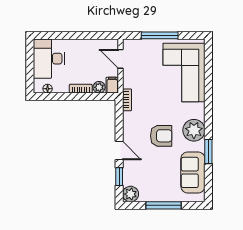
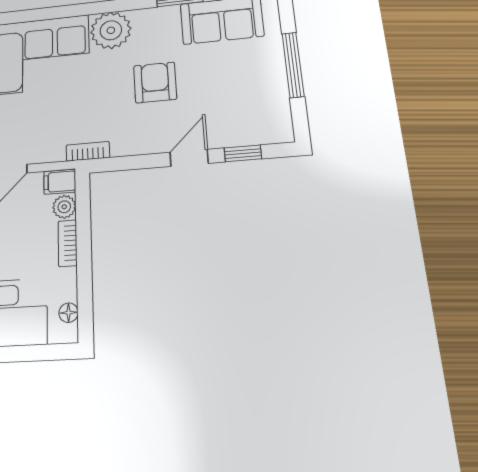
plant: (194, 130) -> (111, 30), moved
plant: (131, 194) -> (277, 128), removed

